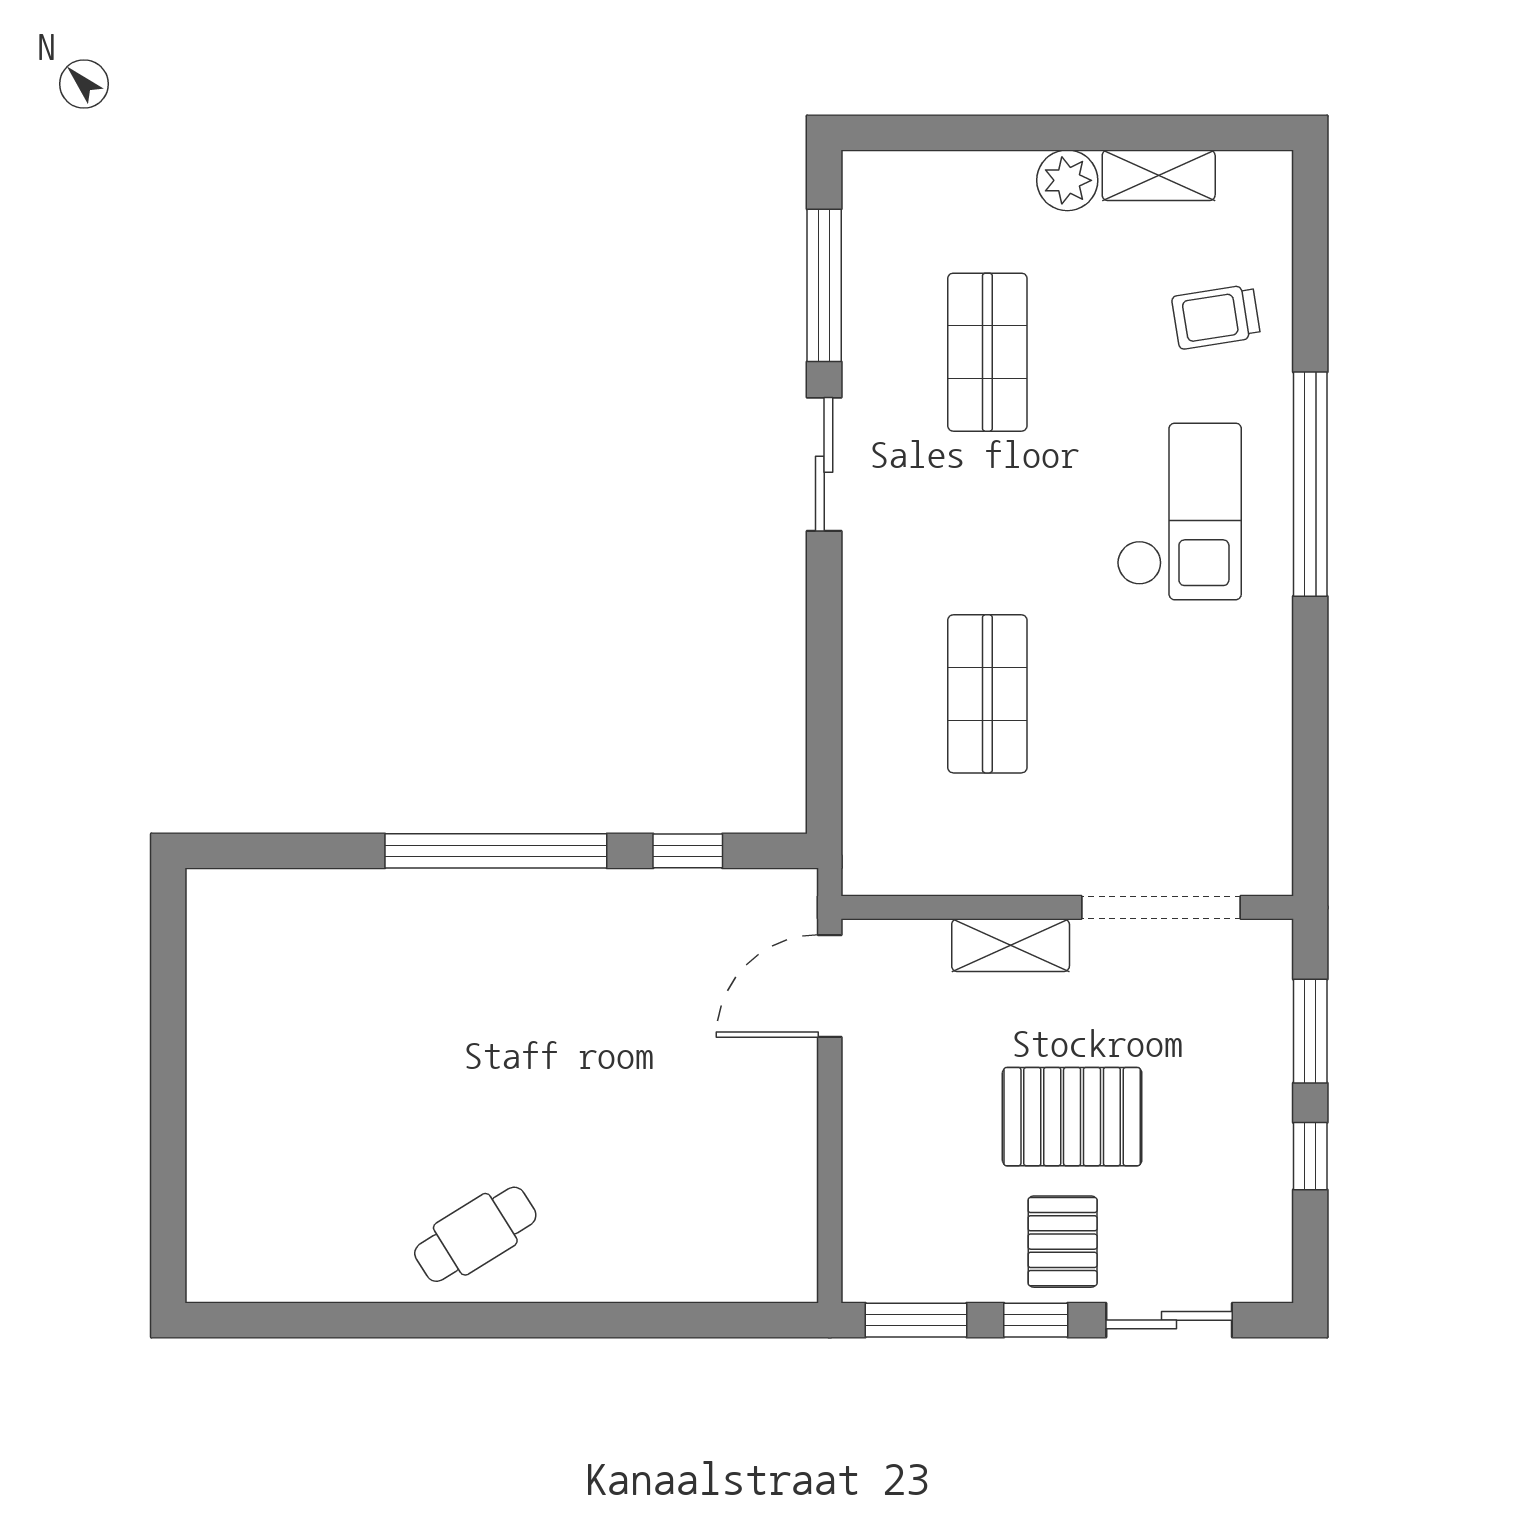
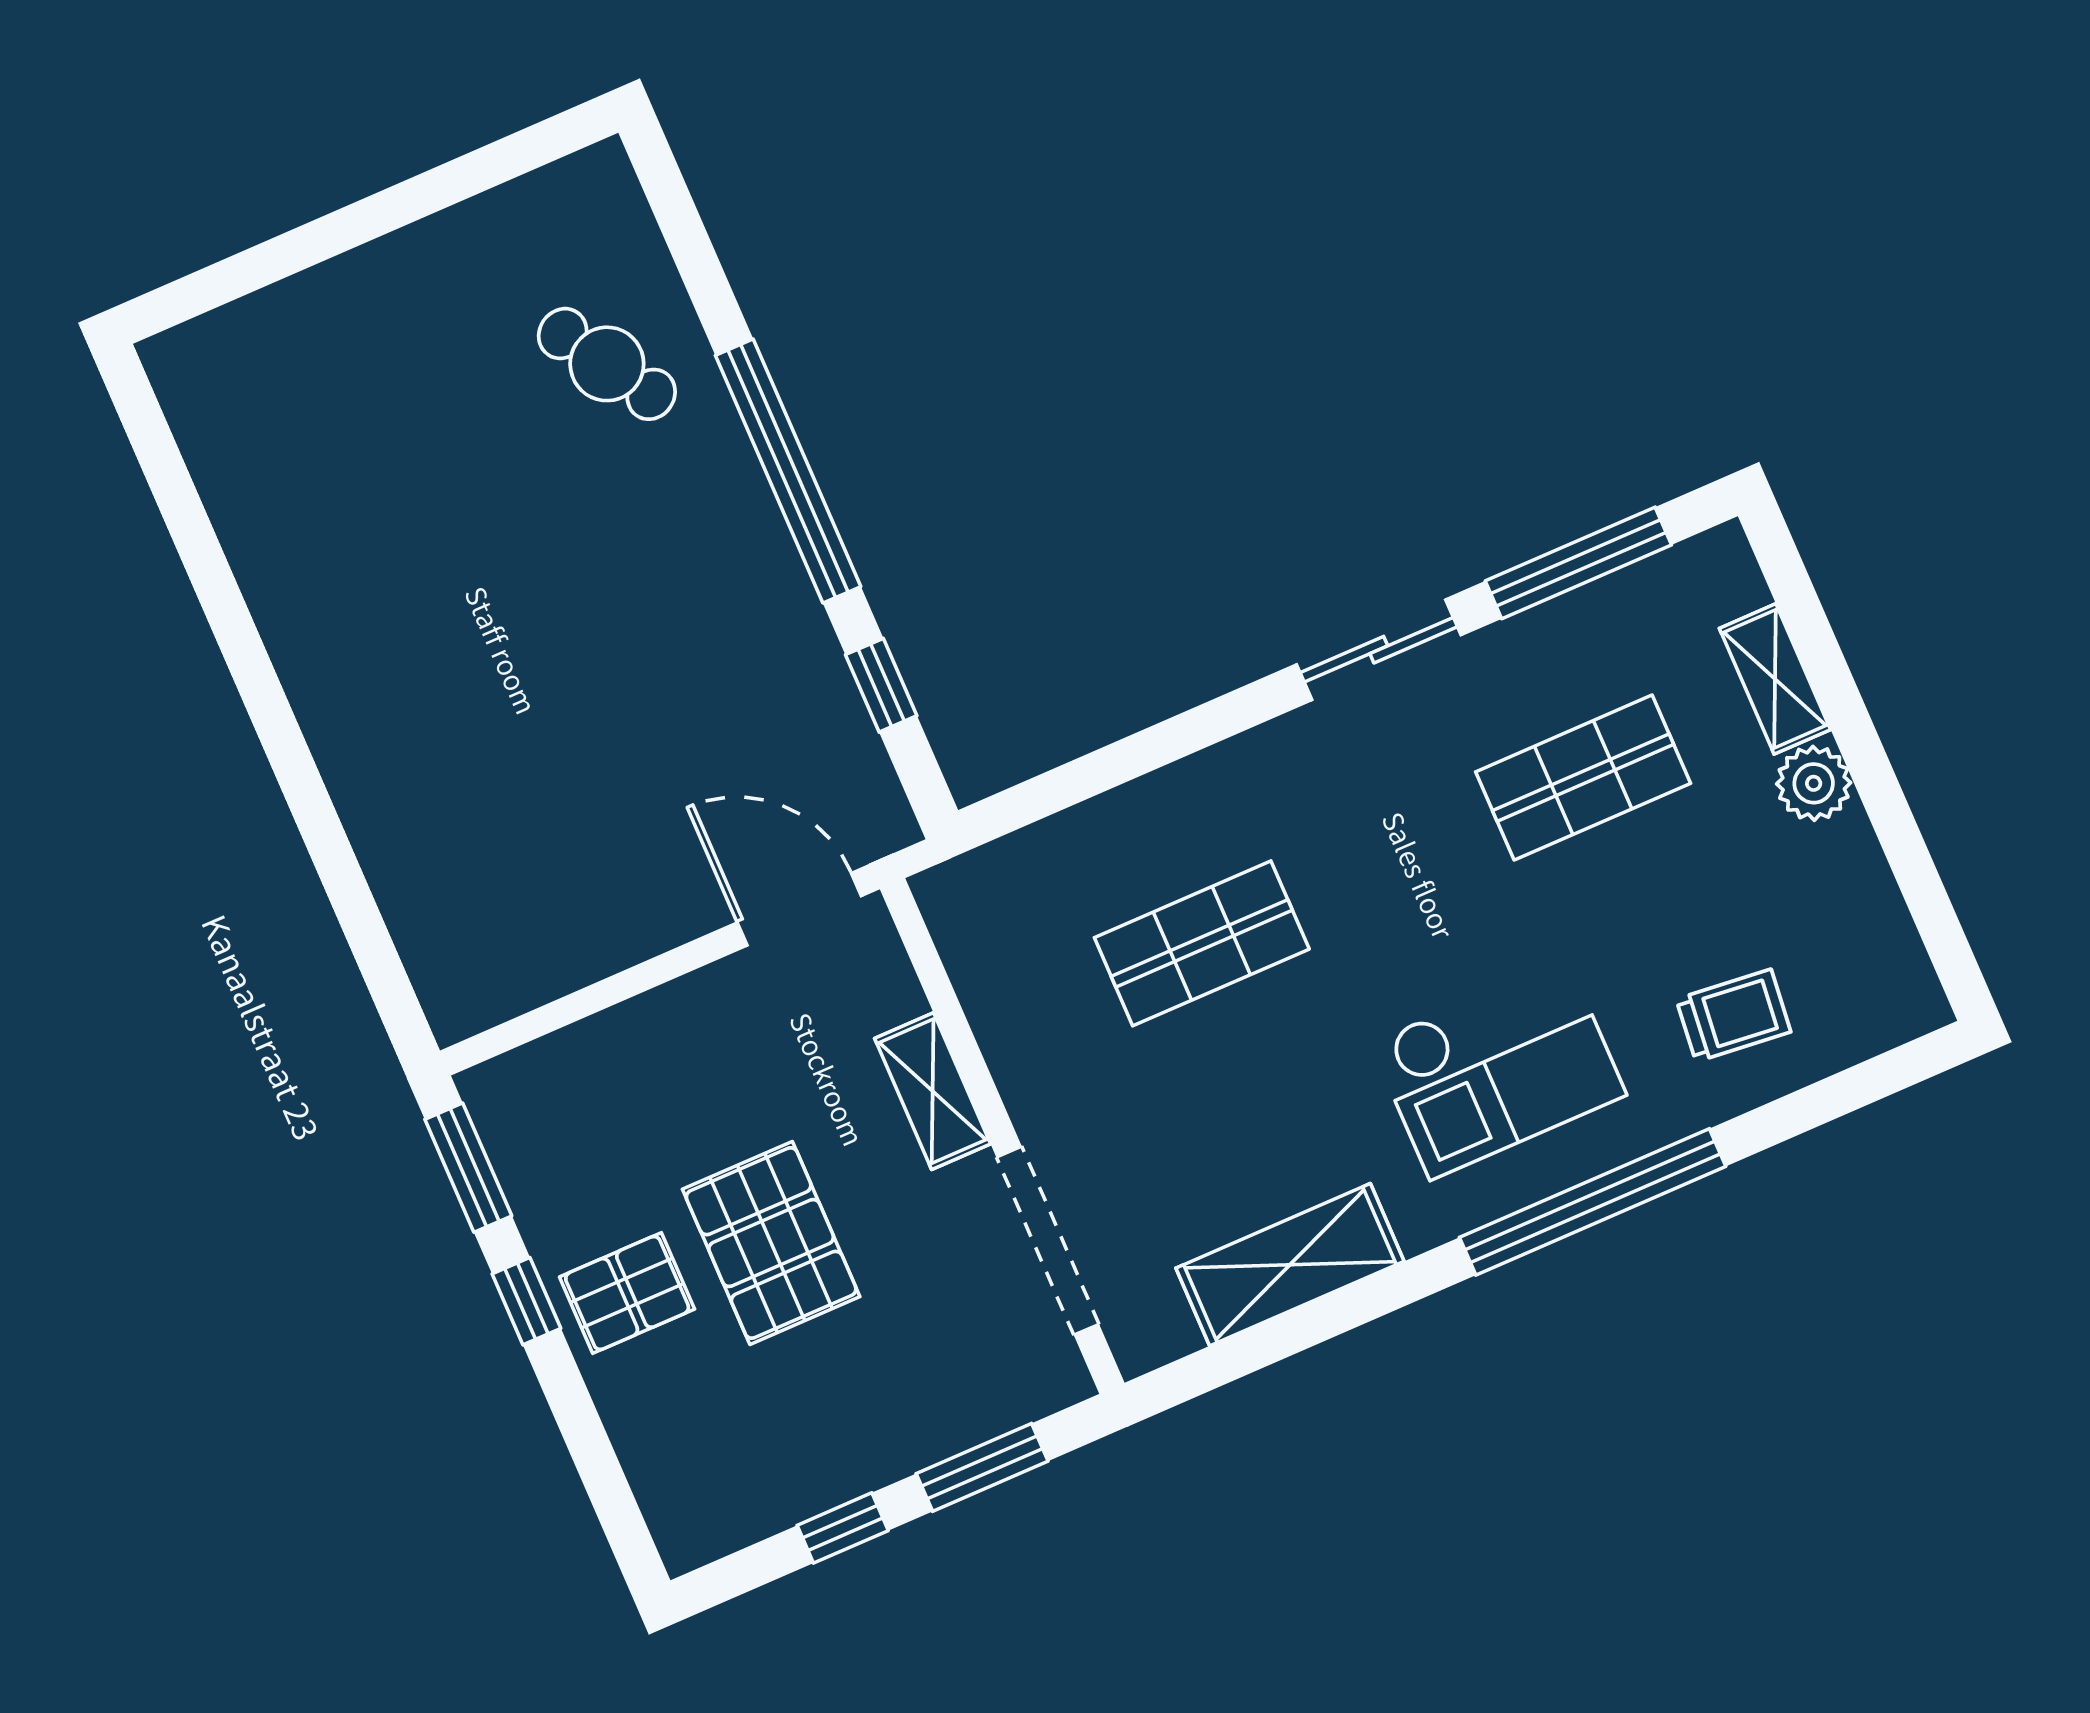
shelving: (1159, 175) -> (1775, 679), moved
trolley: (1216, 317) -> (1733, 1015), turned 105
shelving: (1258, 733) -> (1290, 1265), added
cafe table: (475, 1234) -> (607, 364), moved
sliding door: (1169, 1320) -> (591, 1450), removed

